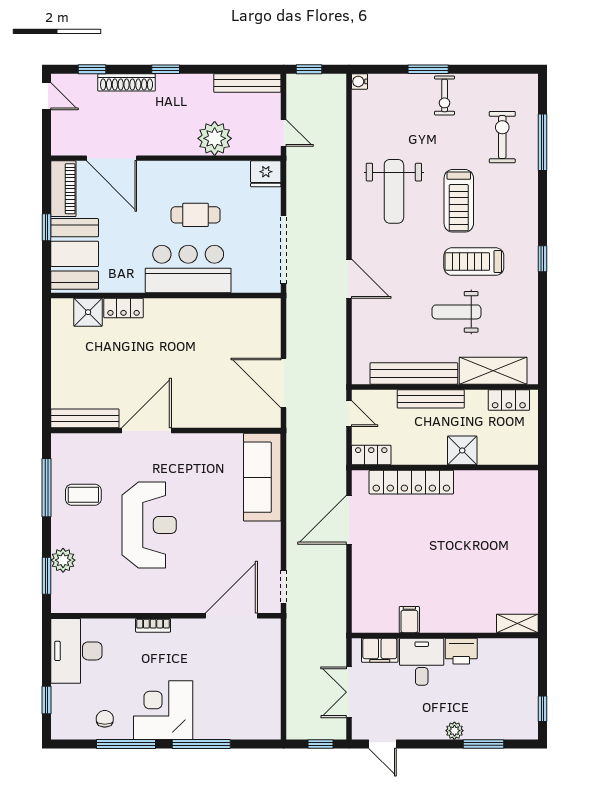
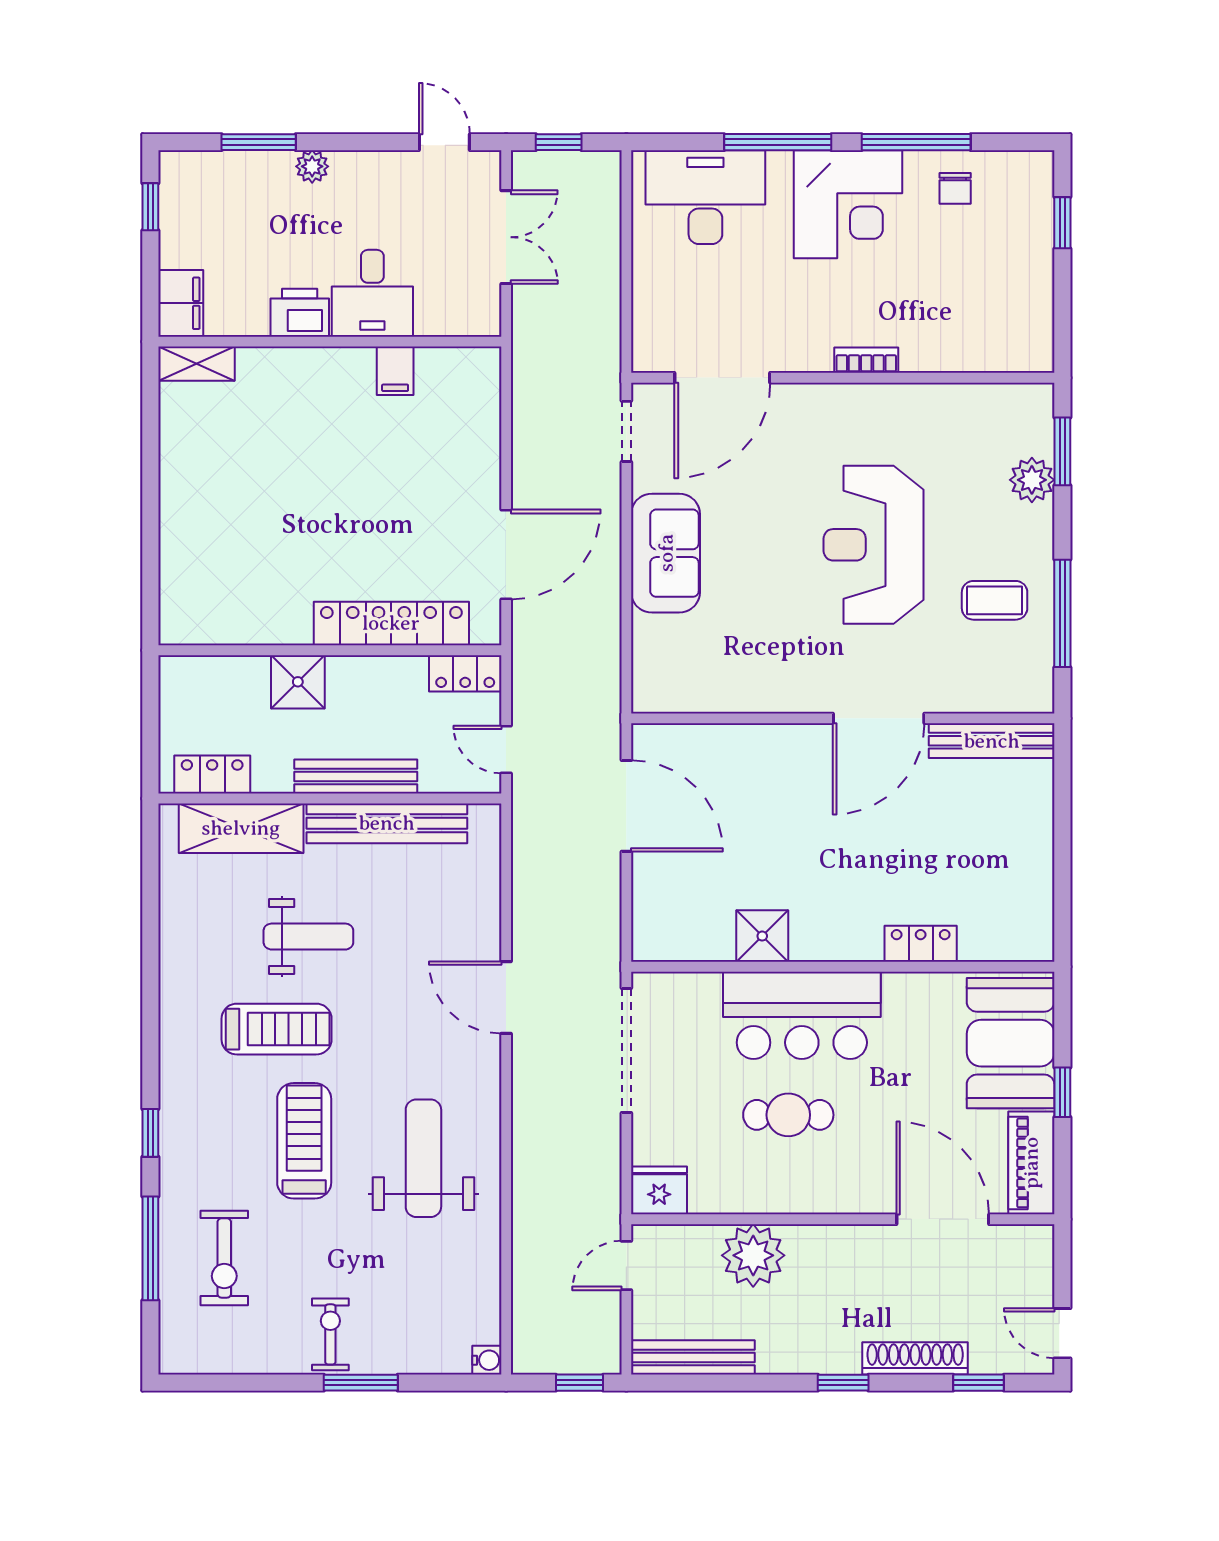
door: (284, 133) -> (626, 1266), hinge flipped
window: (542, 259) -> (150, 1133), moved
shower: (88, 312) -> (762, 936), moved
sofa: (262, 477) -> (666, 553), moved, width x0.73
filing cabinet: (380, 650) -> (181, 303), moved, turned 90
desk: (76, 651) -> (705, 197), moved, turned -90

